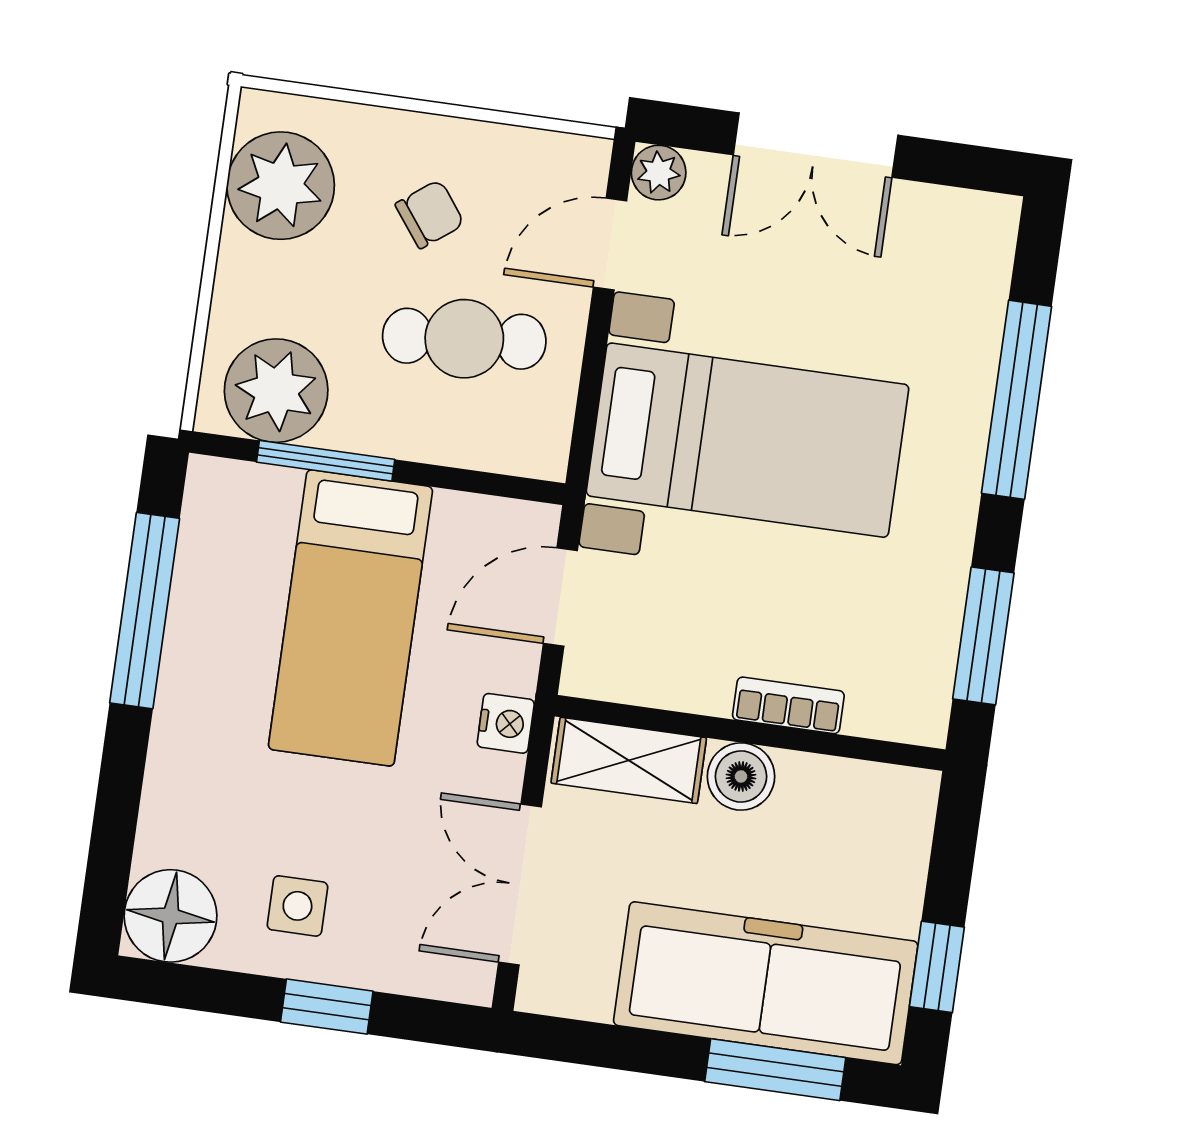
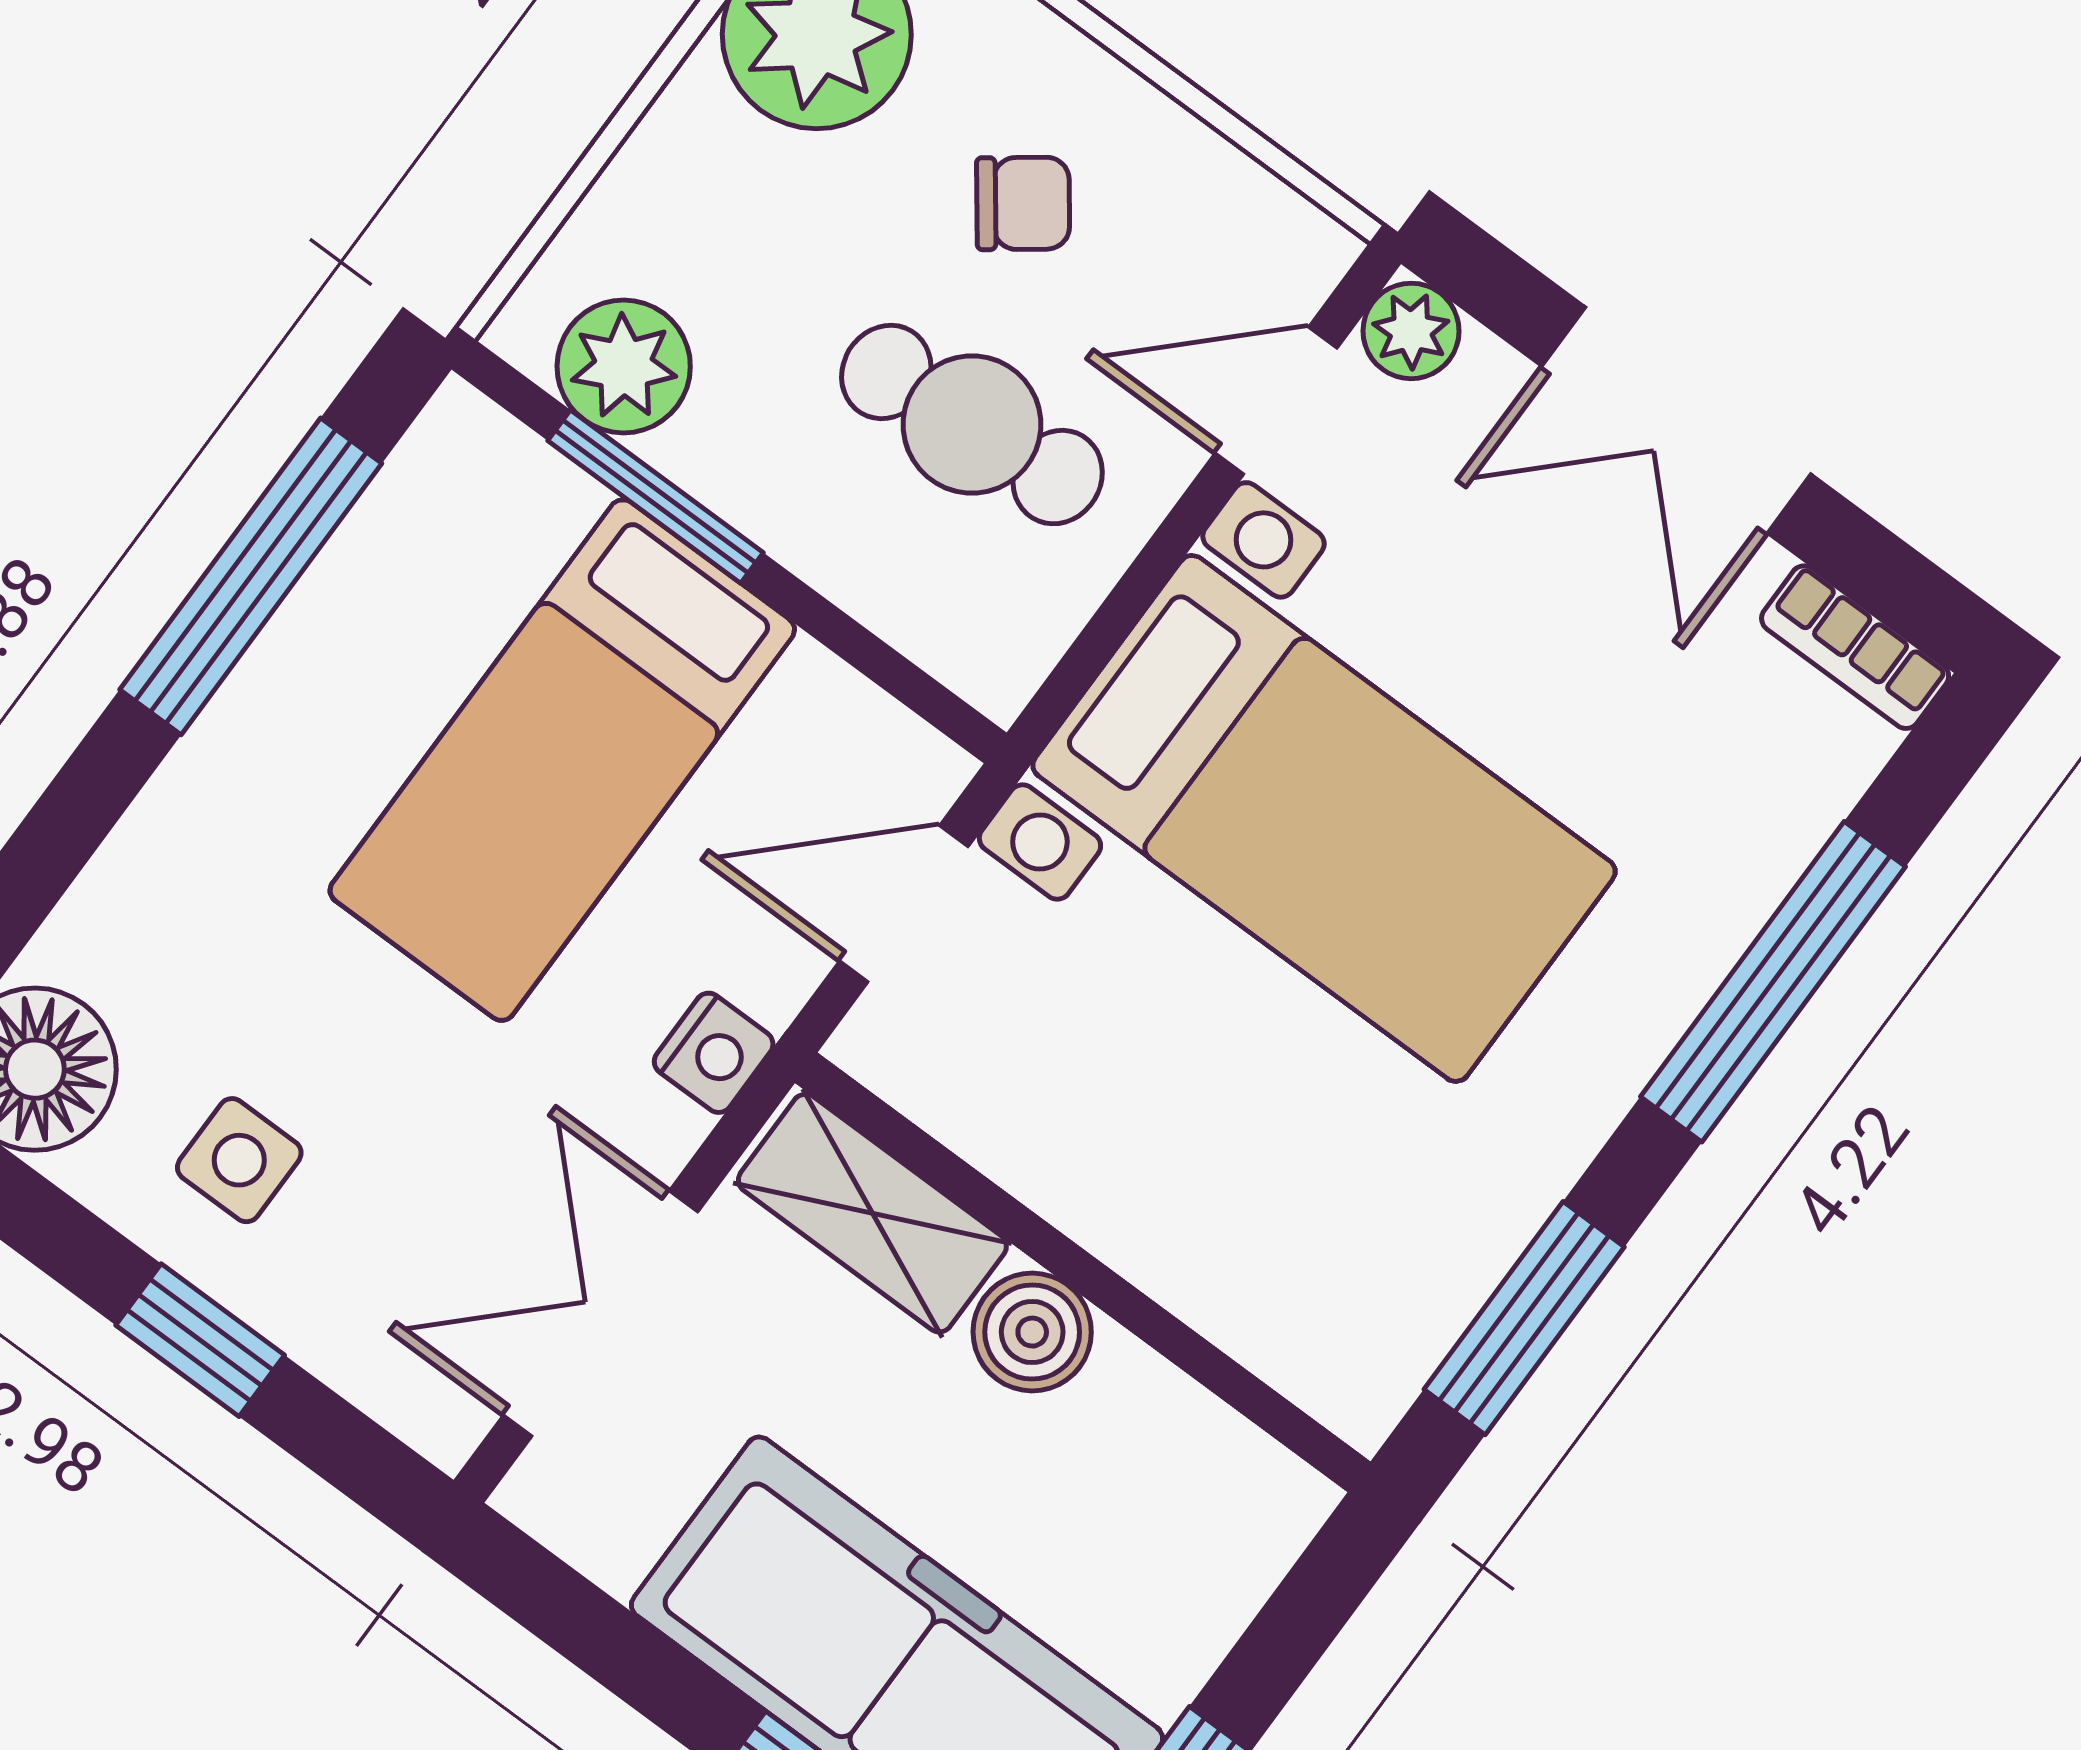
plant: (276, 391) -> (624, 366), width x0.73, depth x0.73
bookcase: (788, 705) -> (1855, 647), moved, turned 180

